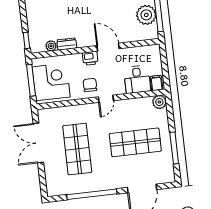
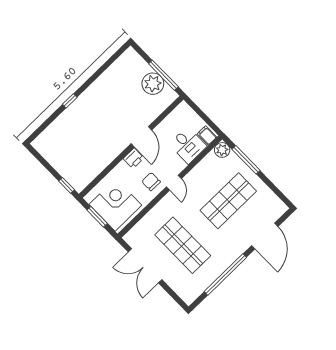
dresser: (67, 44) -> (104, 162), removed
plant: (51, 46) -> (91, 174), removed
door: (108, 47) -> (141, 137), swing flipped
window: (31, 80) -> (97, 217), width x0.69
window: (174, 148) -> (246, 160), moved

